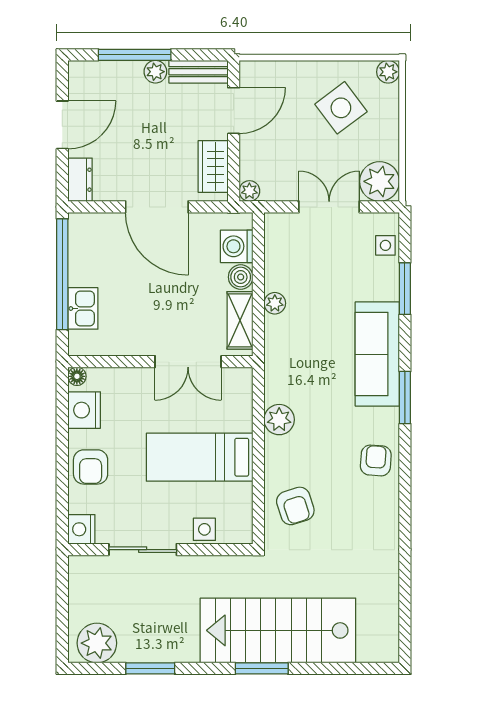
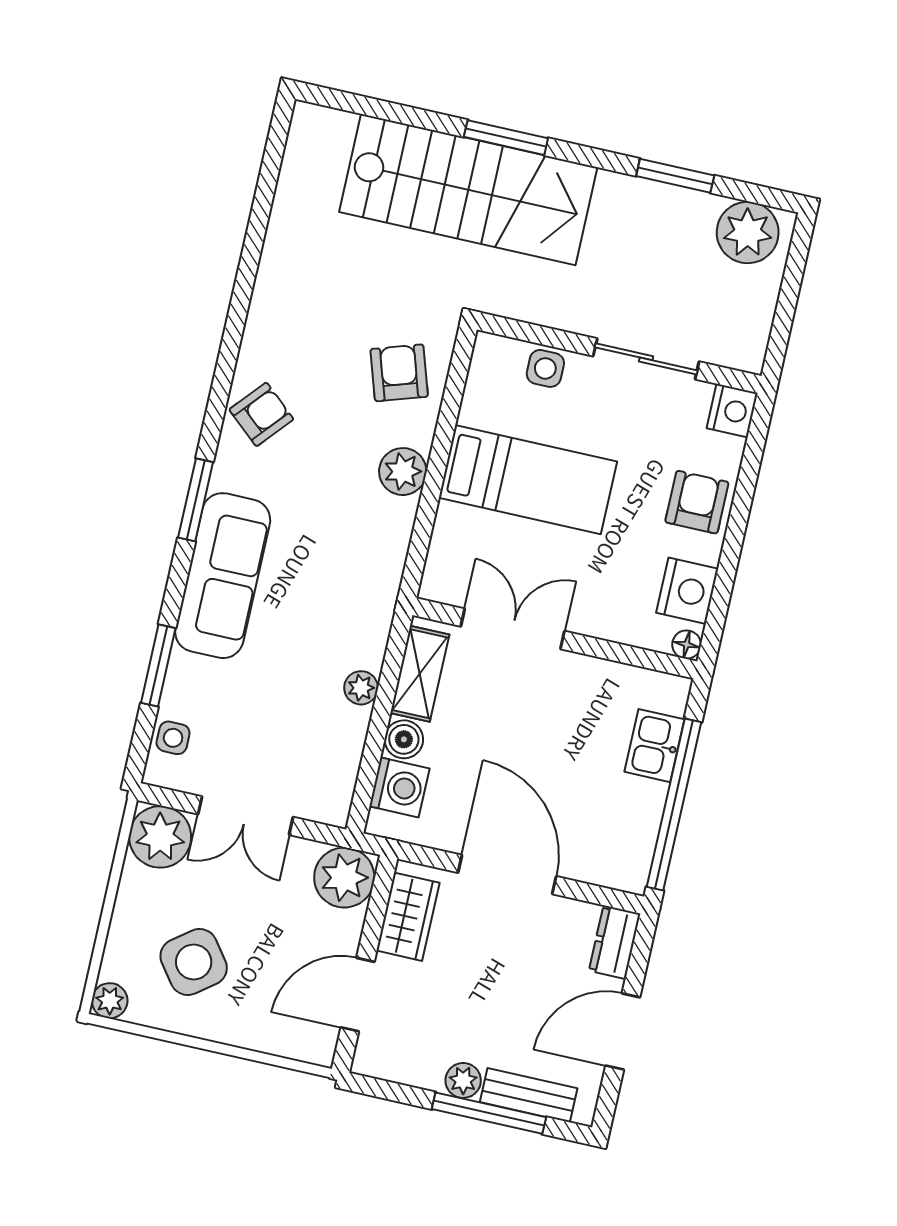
bench: (198, 72) -> (529, 1095), moved
plant: (249, 191) -> (344, 878), width x1.88, depth x1.88
plant: (279, 420) -> (403, 472), moved
armchair: (376, 460) -> (261, 414), turned -143

